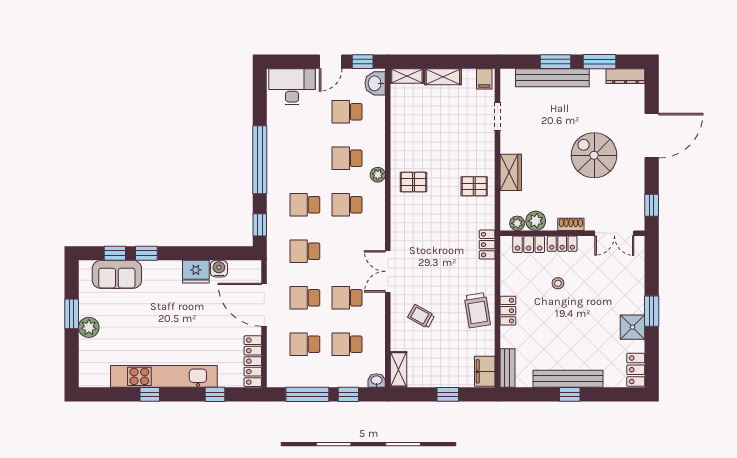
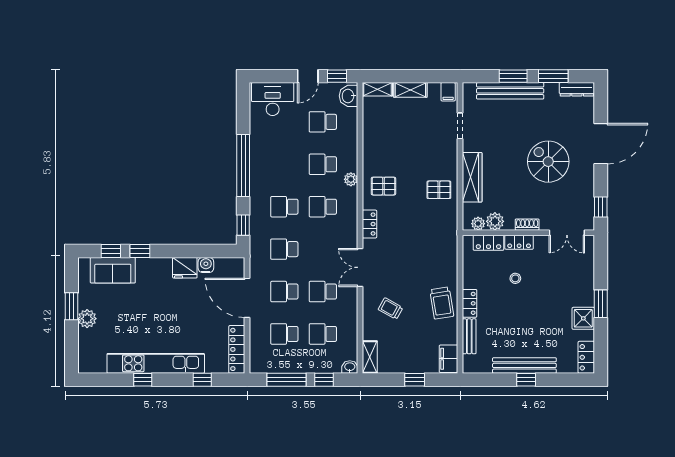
wardrobe: (511, 172) -> (472, 177), width x1.50
locker: (487, 245) -> (369, 224), moved, turned 180
bench: (507, 368) -> (469, 336), moved

